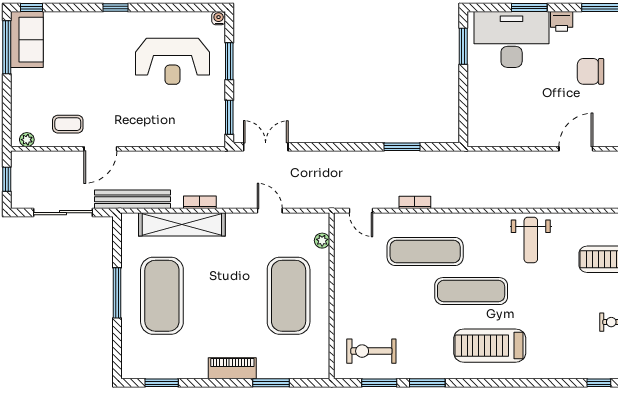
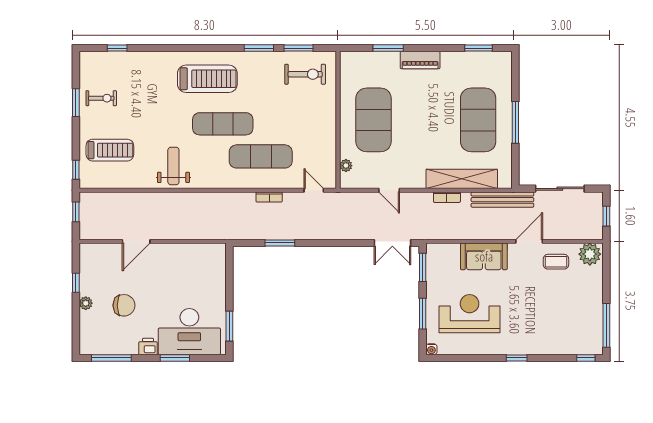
sofa: (27, 40) -> (484, 256), moved, turned -90
plant: (27, 140) -> (590, 254), width x1.88, depth x1.88

